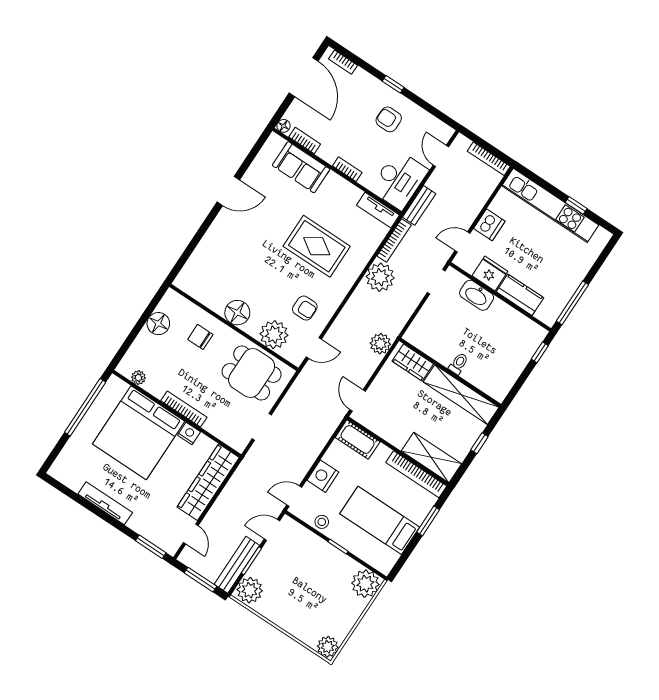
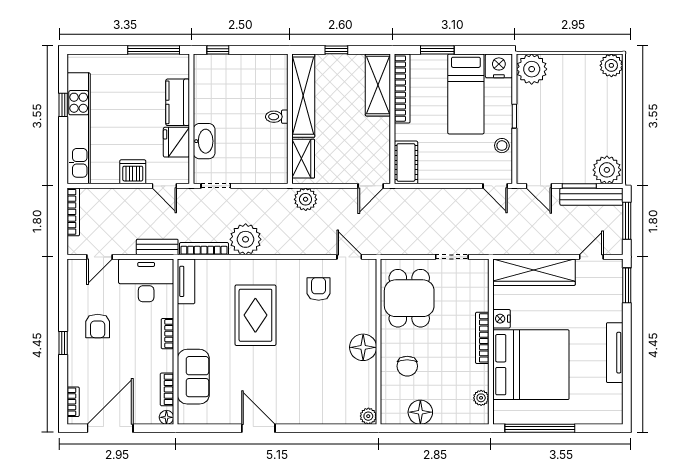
plant: (274, 335) -> (368, 416), moved, width x0.53, depth x0.53
nightstand: (323, 476) -> (499, 66), moved, turned 180

